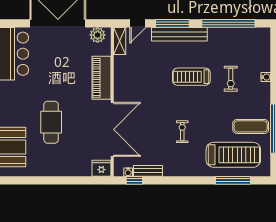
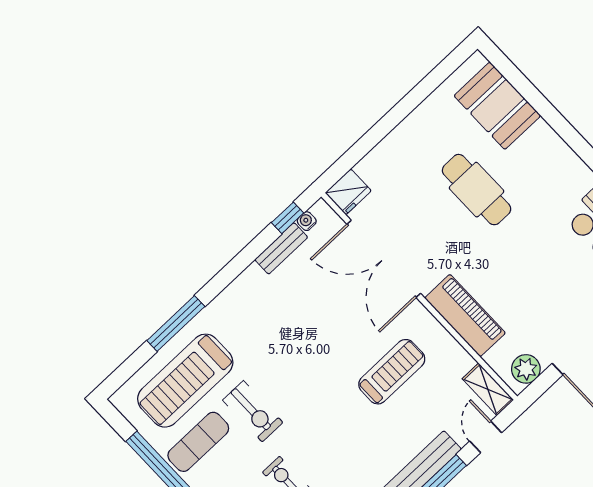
treadmill: (191, 77) -> (392, 372), moved
exercise bike: (182, 132) -> (253, 411), moved, width x1.38, depth x1.39
window: (233, 180) -> (176, 323), moved

